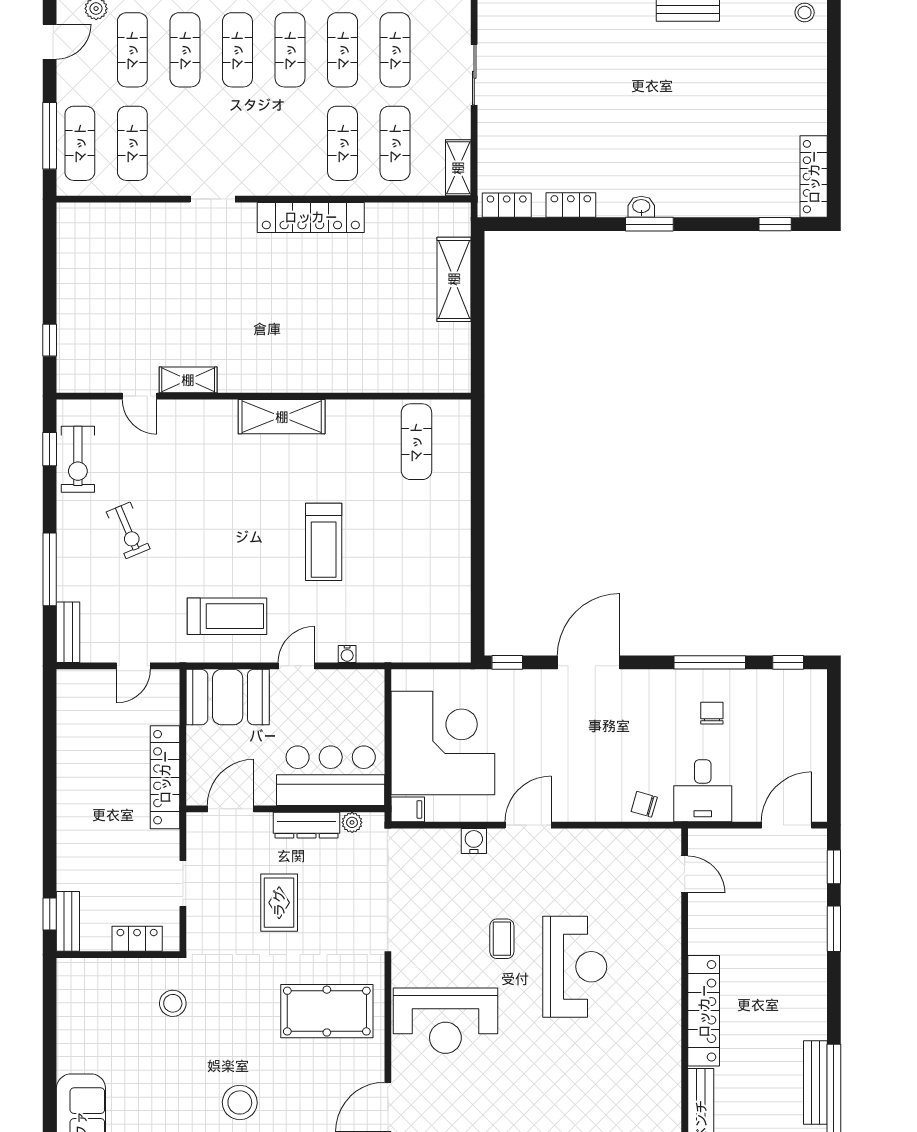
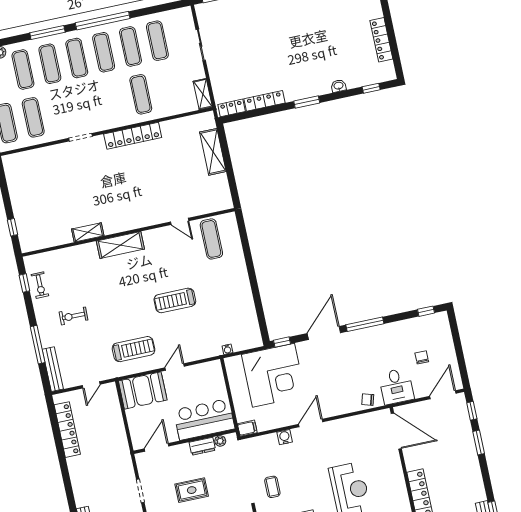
exercise mat: (395, 143) -> (168, 89), removed
locker: (814, 177) -> (381, 40), moved
locker: (571, 205) -> (264, 101), width x1.53
washbasin: (641, 207) -> (339, 86), moved
door: (140, 396) -> (180, 221), moved
shelving: (282, 417) -> (120, 245), moved
exercise bike: (78, 459) -> (40, 285), width x0.73, depth x0.72
exercise bike: (128, 530) -> (74, 316), turned 114
treadmill: (324, 542) -> (175, 300), turned 90
bench: (68, 632) -> (53, 369), width x1.36
water cooler: (347, 654) -> (227, 349), moved
window: (710, 662) -> (365, 324), moved
chair: (712, 713) -> (422, 357), moved
corner desk: (443, 743) -> (273, 375), moved, turned 90
locker: (165, 777) -> (67, 430), moved, turned 180
dresser: (307, 825) -> (202, 446), width x0.70
door: (685, 874) -> (396, 431), width x1.88
rug: (279, 903) -> (192, 490), turned 90
coffee table: (502, 939) -> (272, 487), moved

